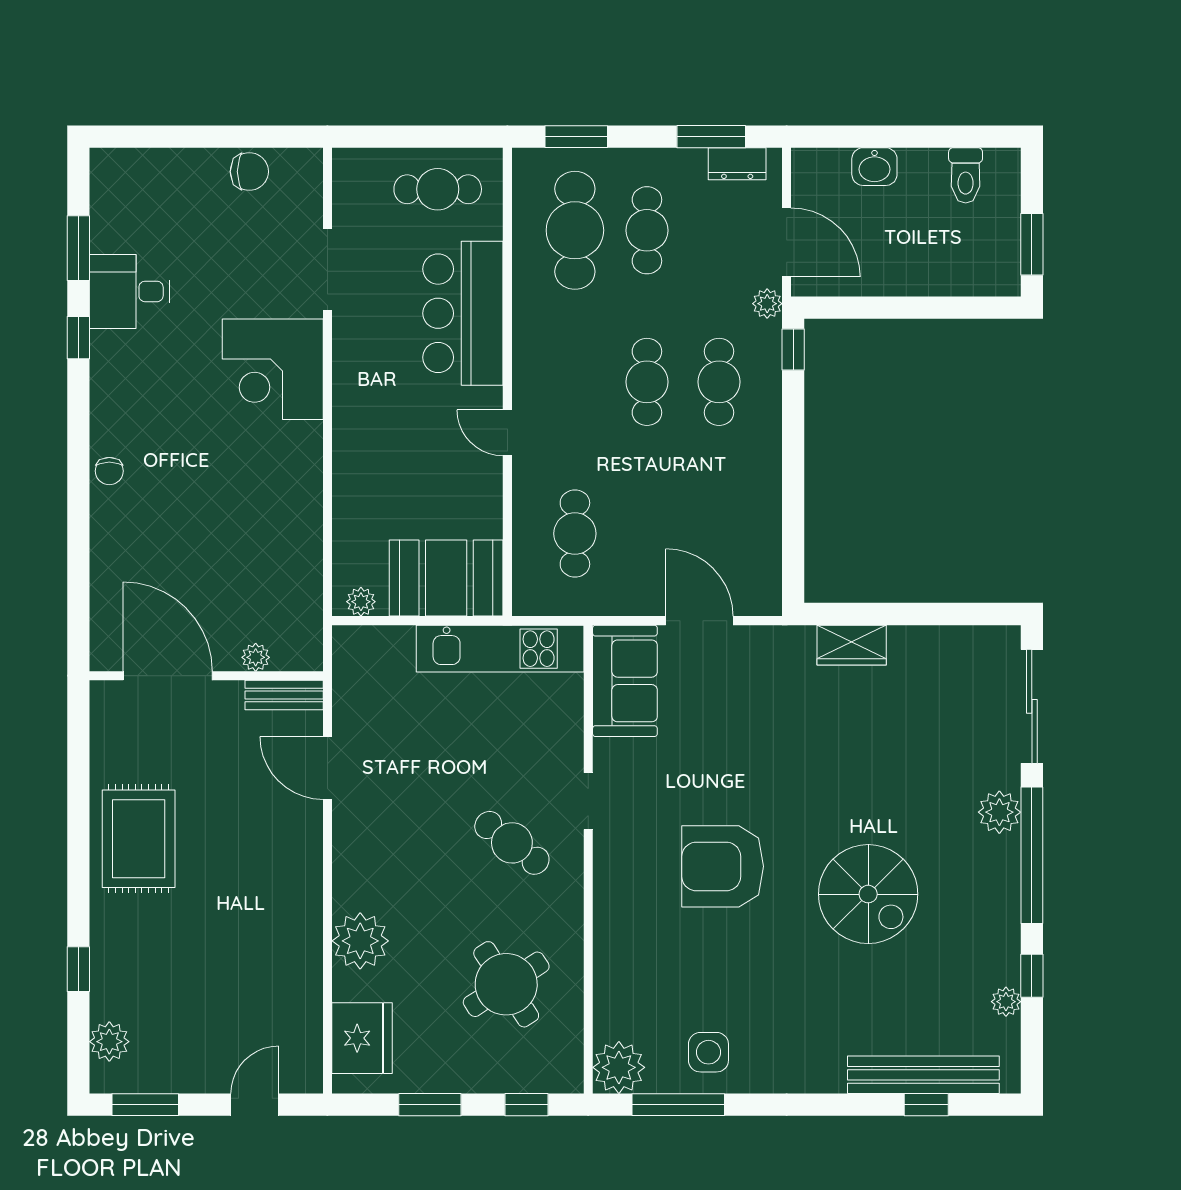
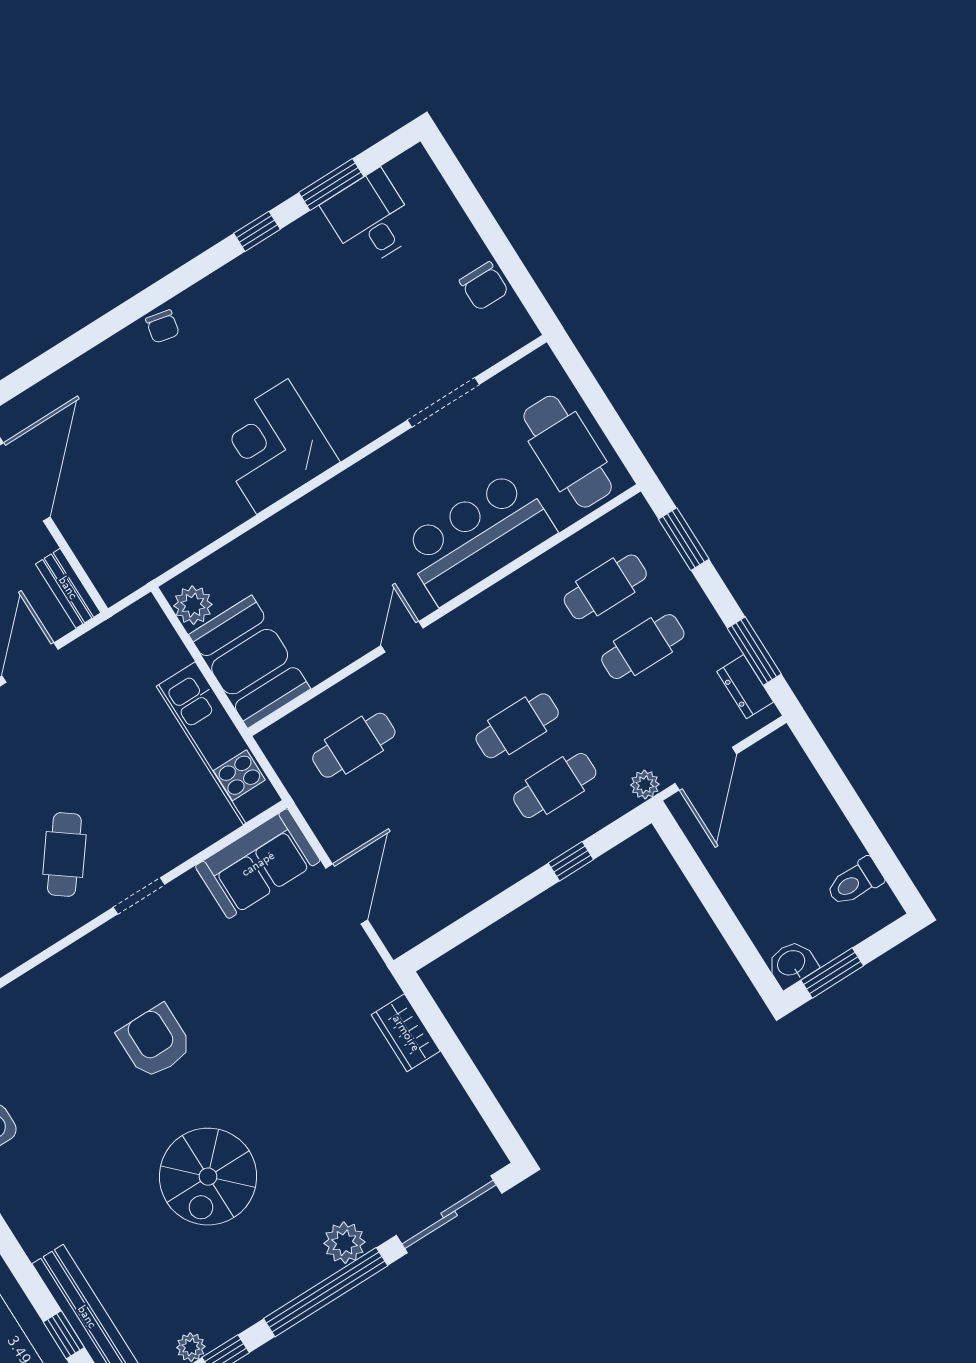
washbasin: (874, 167) -> (792, 964), moved, turned 90
cafe table: (438, 189) -> (568, 452), width x1.37, depth x1.35
cafe table: (575, 230) -> (605, 587), width x0.73, depth x0.74
desk: (129, 291) -> (371, 219), moved
window: (793, 349) -> (571, 861), moved
corner desk: (273, 369) -> (272, 447), moved
chair: (109, 471) -> (162, 326), turned -78
plant: (361, 602) -> (193, 605), width x1.38, depth x1.38
plant: (256, 657) -> (84, 545), removed
armchair: (723, 866) -> (155, 1042), width x0.73, depth x0.73

